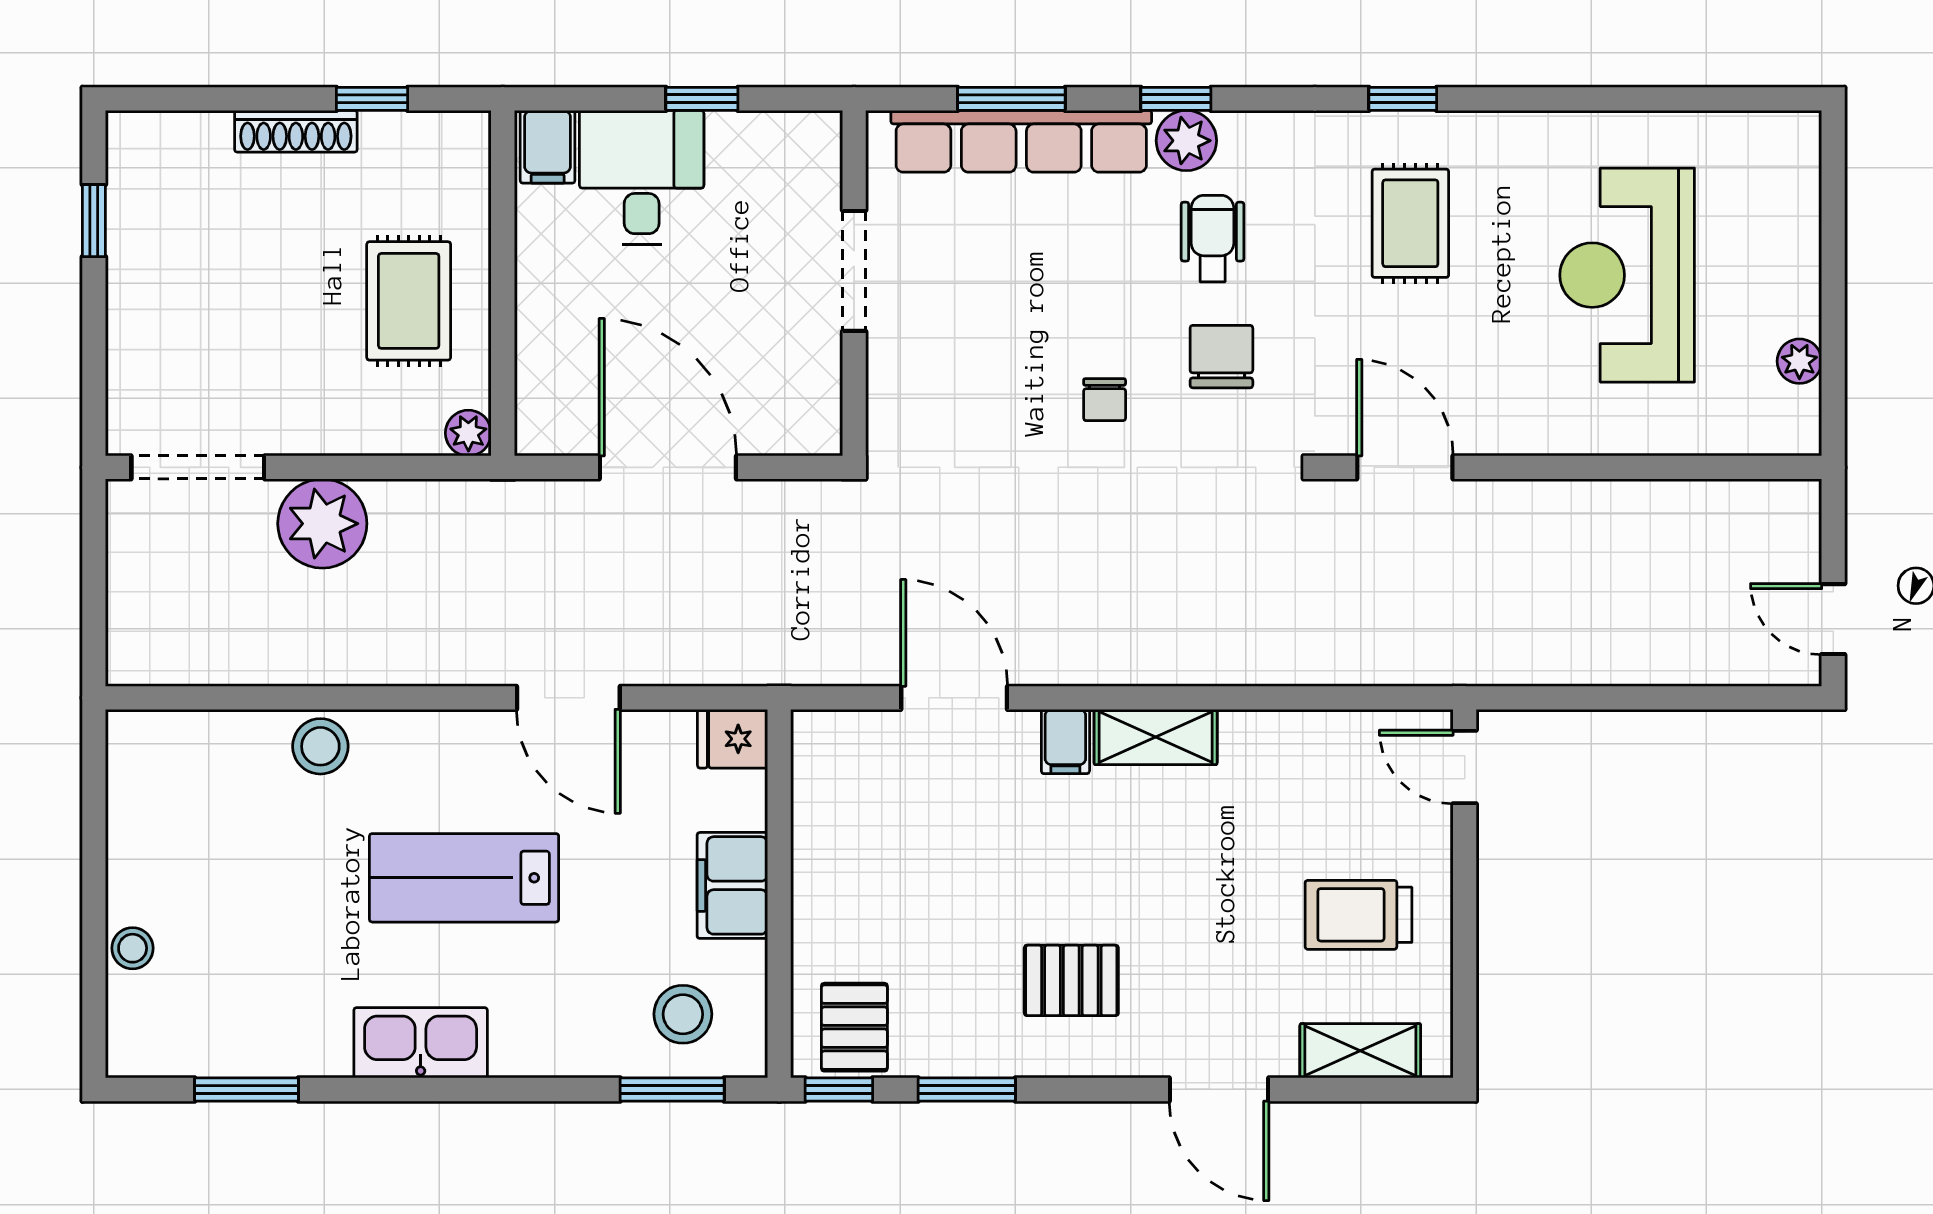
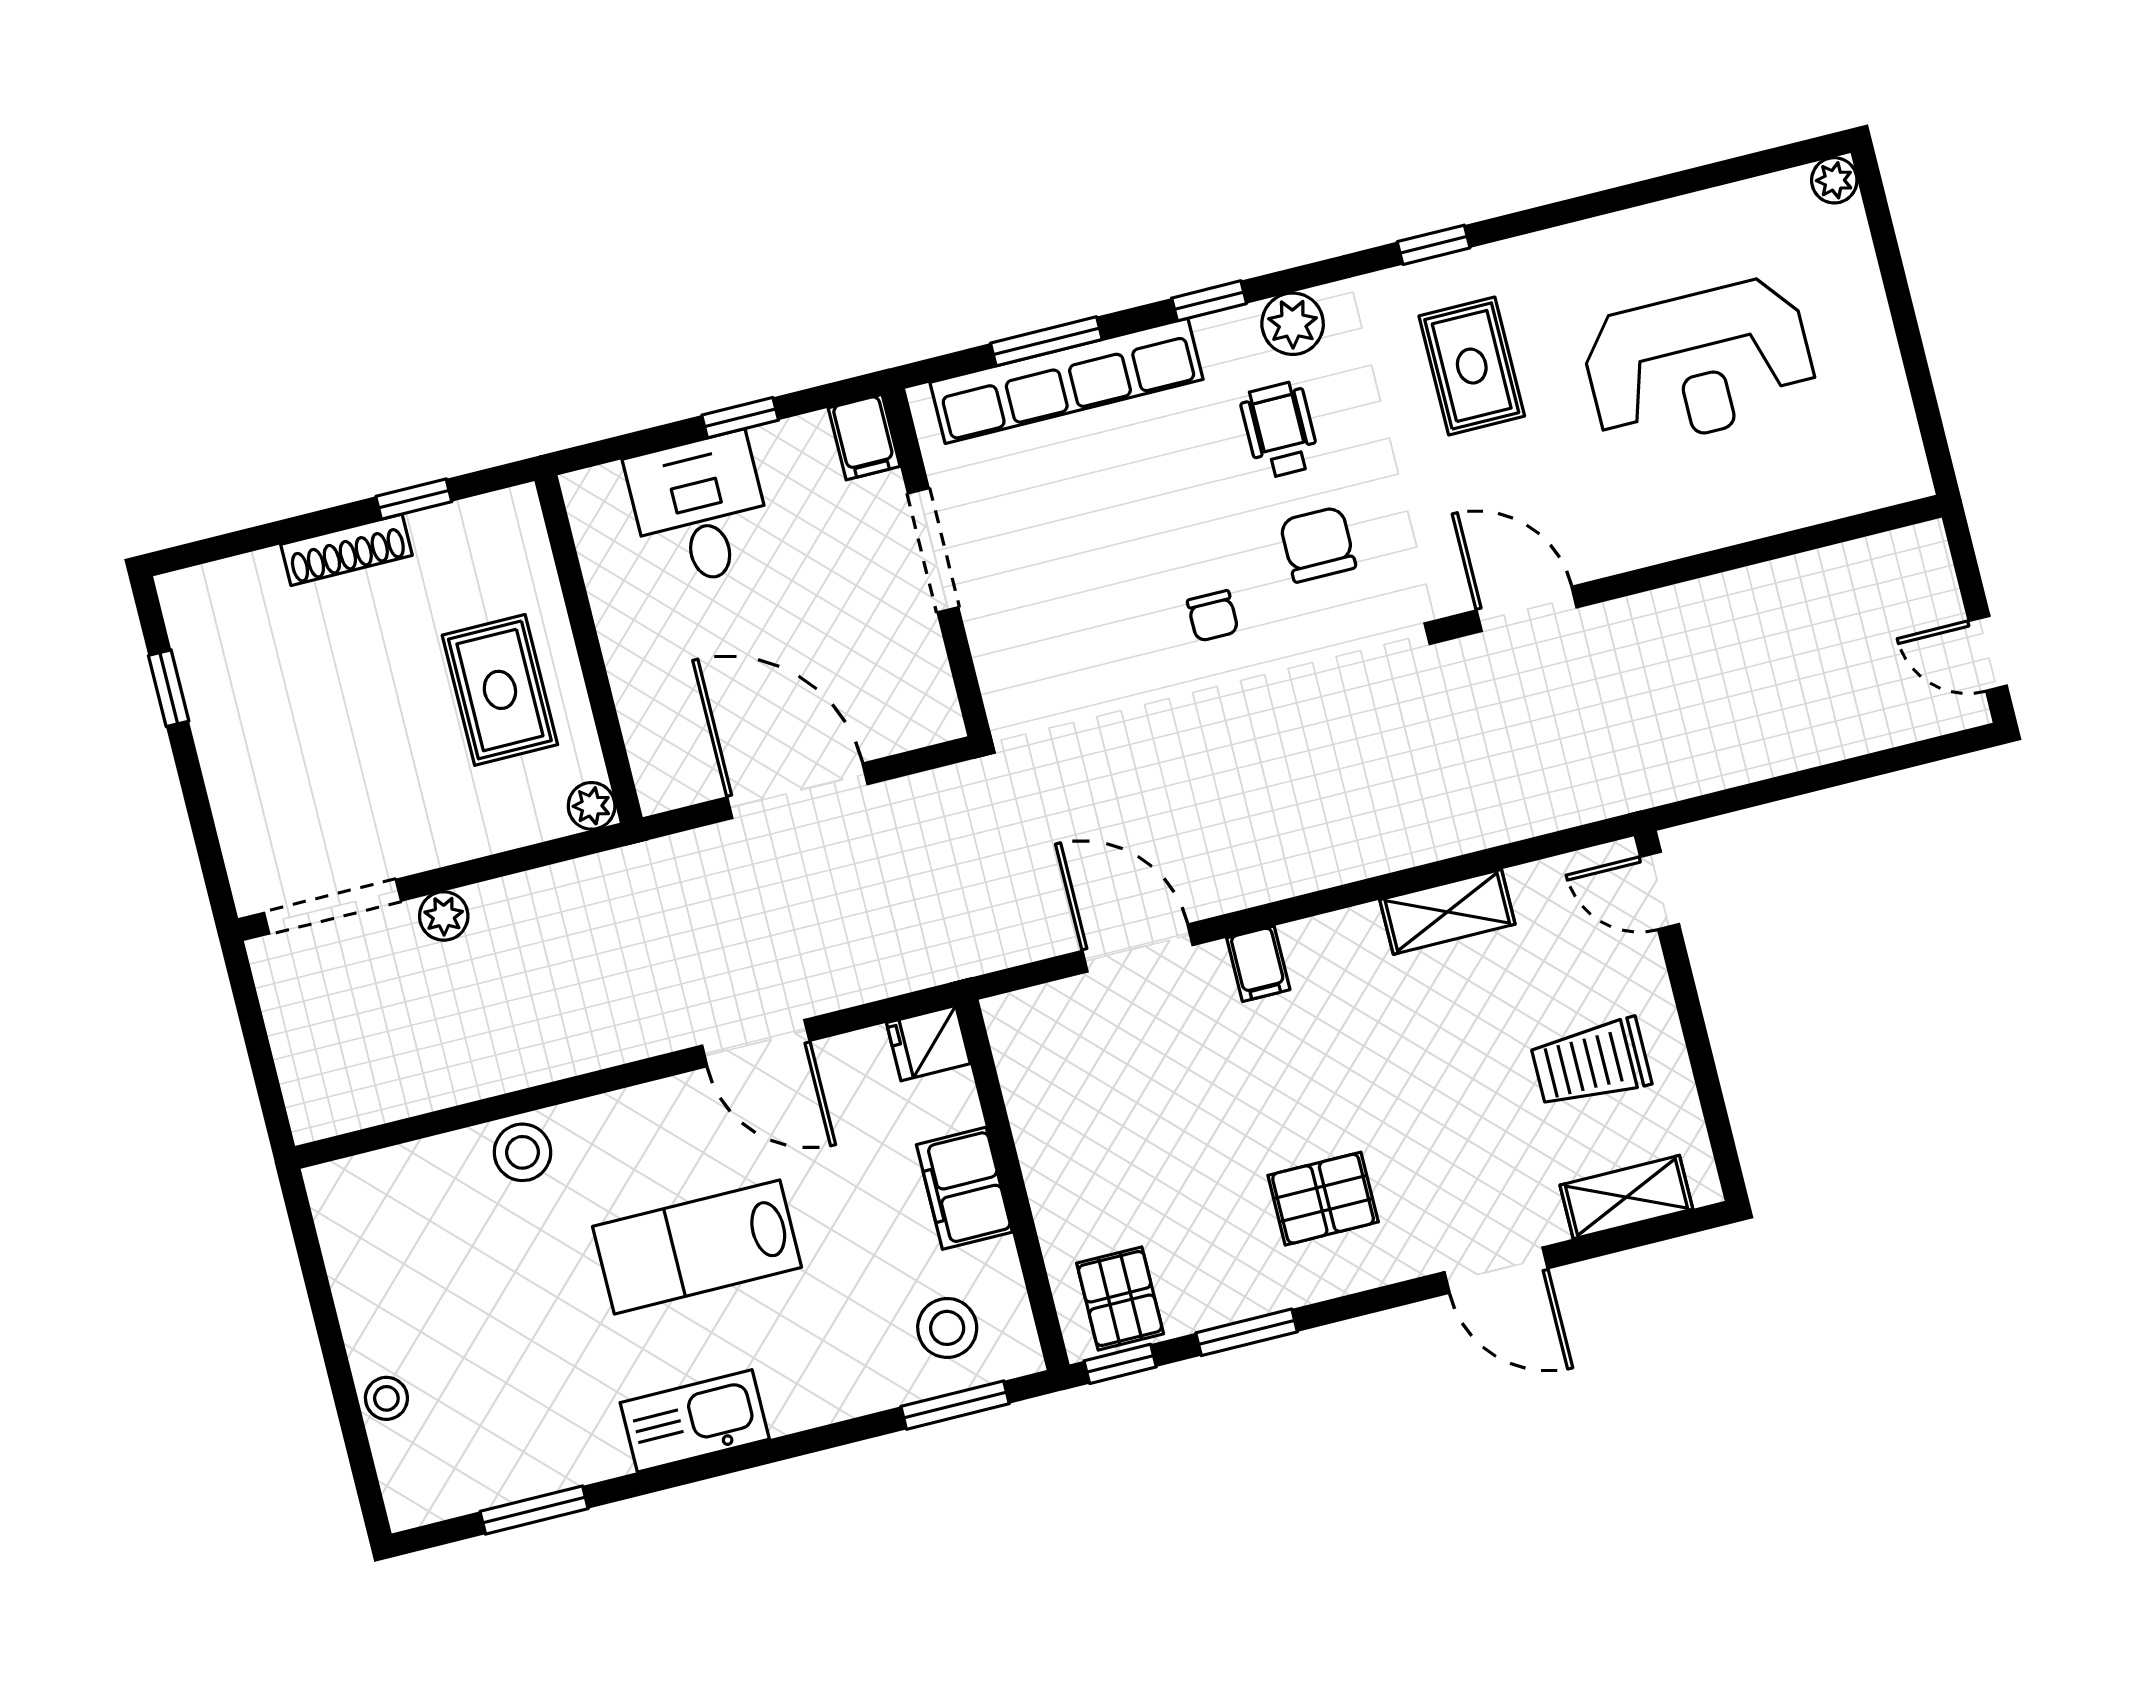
plant: (1186, 141) -> (1293, 324), moved
filing cabinet: (548, 147) -> (864, 437), moved
reception desk: (1627, 275) -> (1699, 364), turned -90
plant: (1799, 361) -> (1834, 180), moved
plant: (322, 524) -> (444, 916), width x0.53, depth x0.53
shelving: (1156, 737) -> (1447, 912), moved

